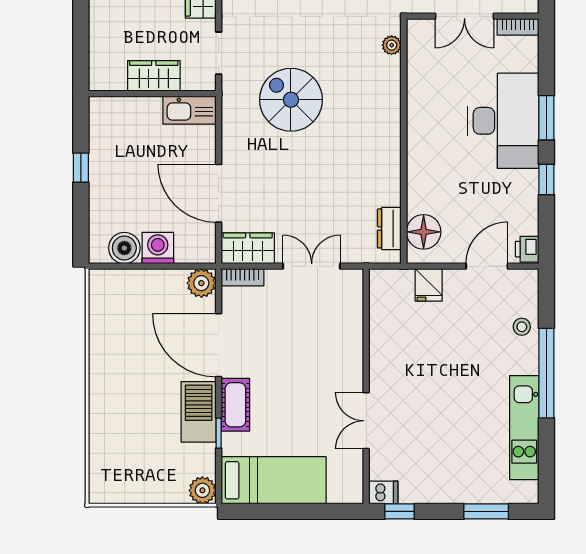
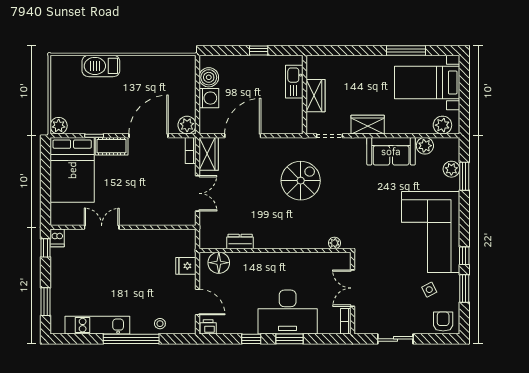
kitchen sink: (190, 110) -> (294, 82), moved
dresser: (389, 228) -> (240, 242), moved
barbecue: (199, 412) -> (101, 66), moved, turned 180
bed: (274, 480) -> (72, 170), width x1.50

